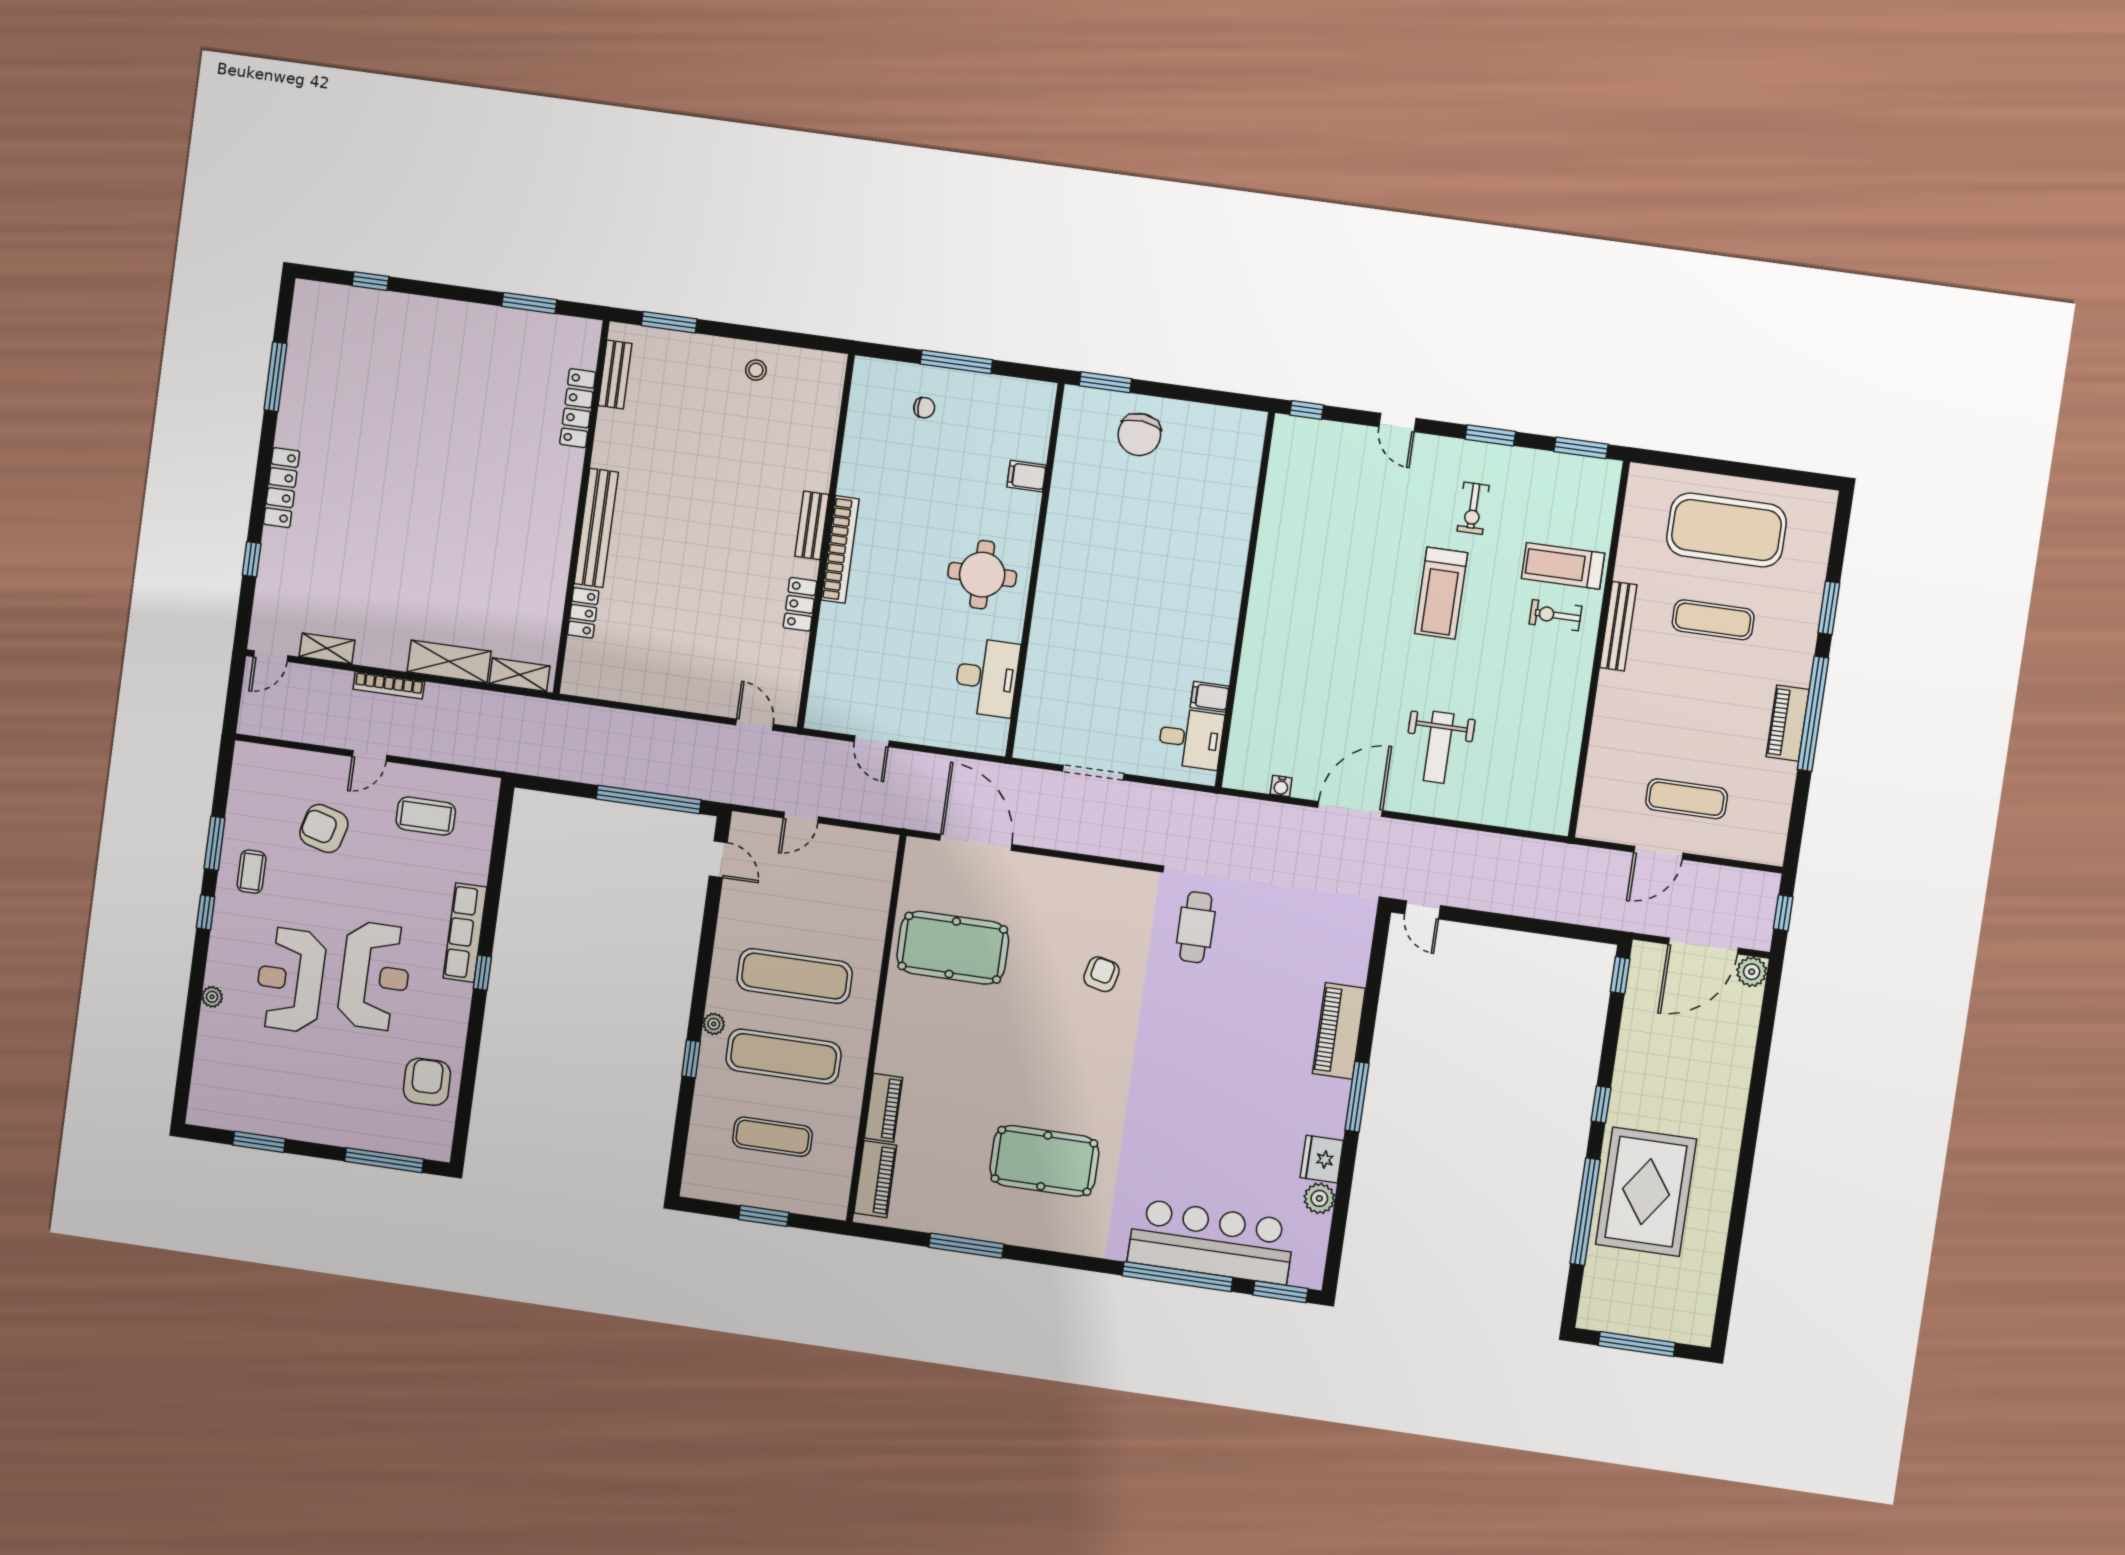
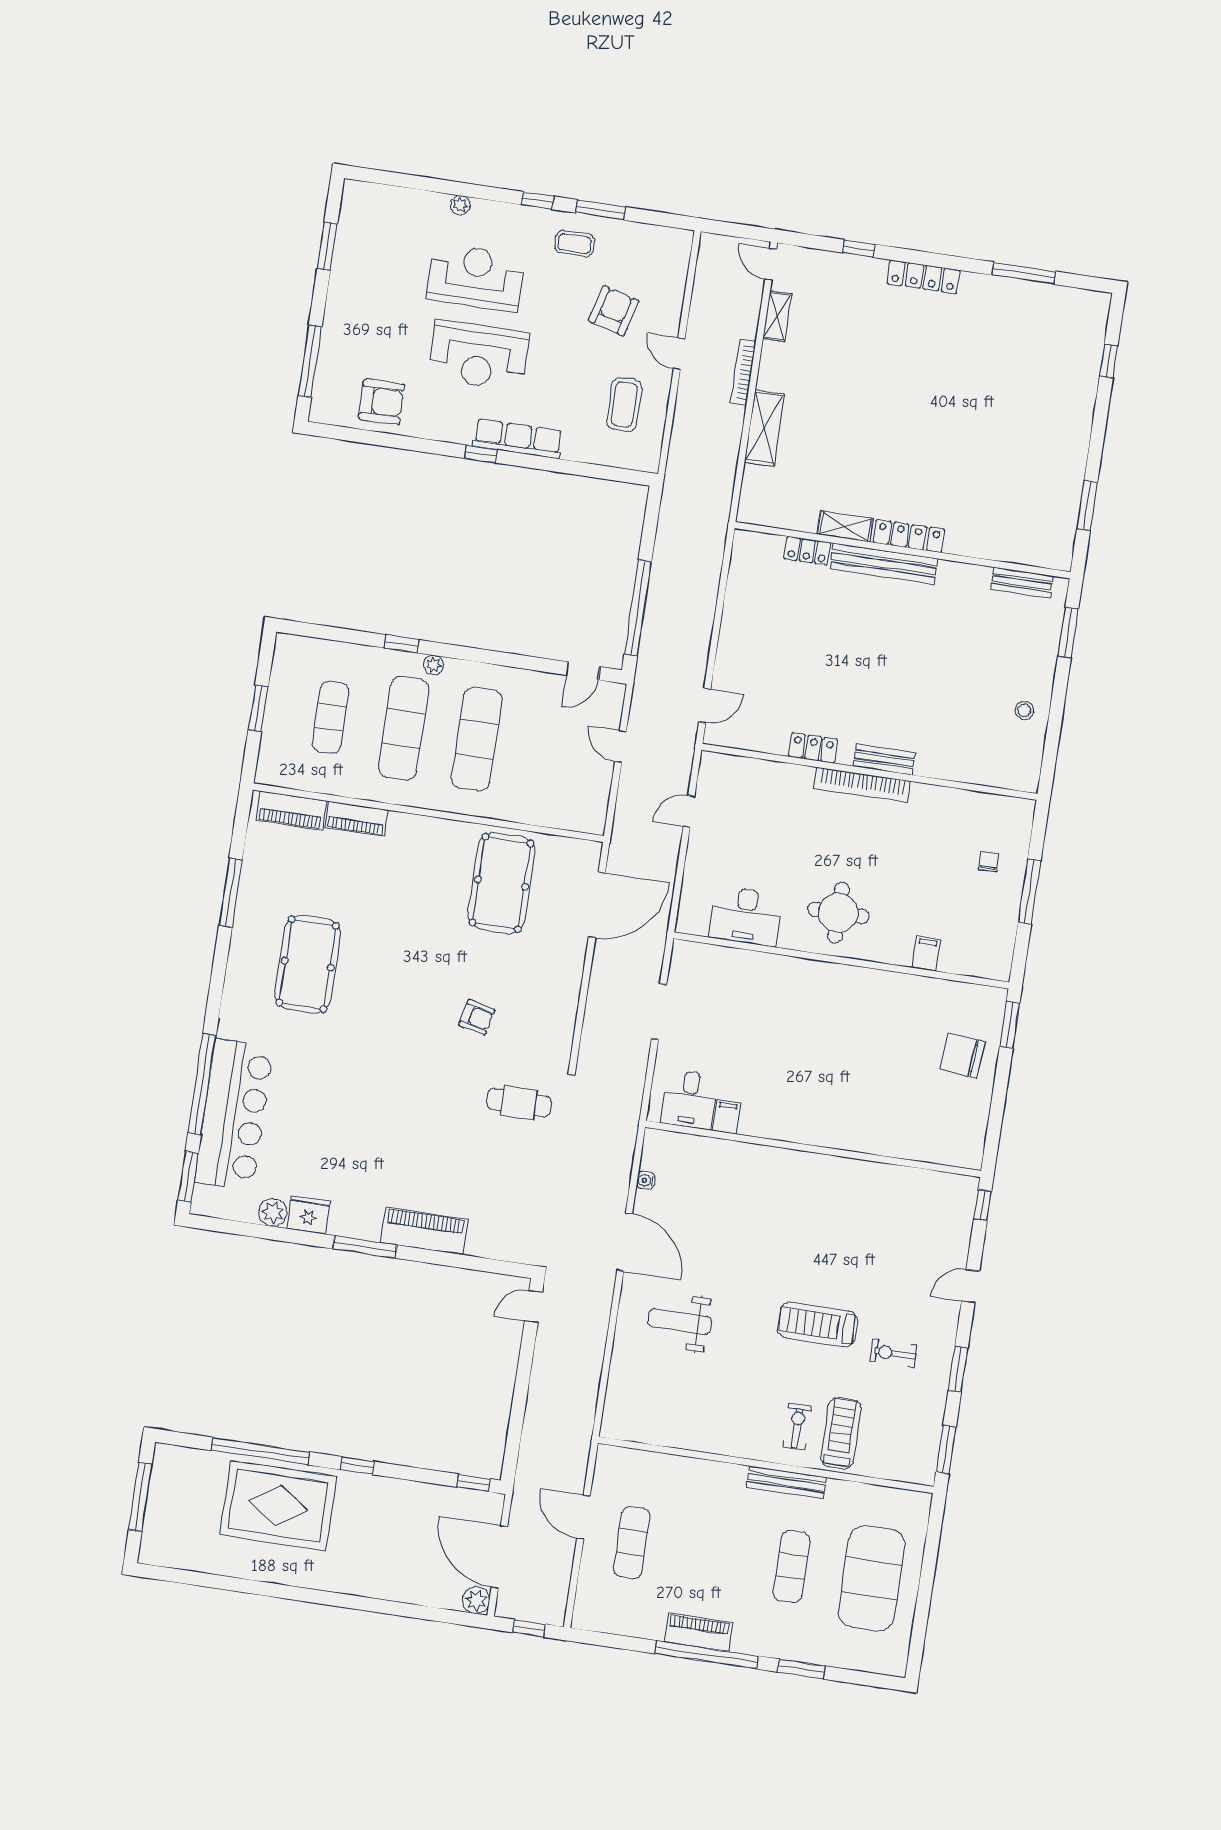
locker: (578, 408) -> (909, 536), moved
chair: (924, 408) -> (989, 862), turned 180
shelving: (519, 675) -> (845, 526), moved, turned 90

